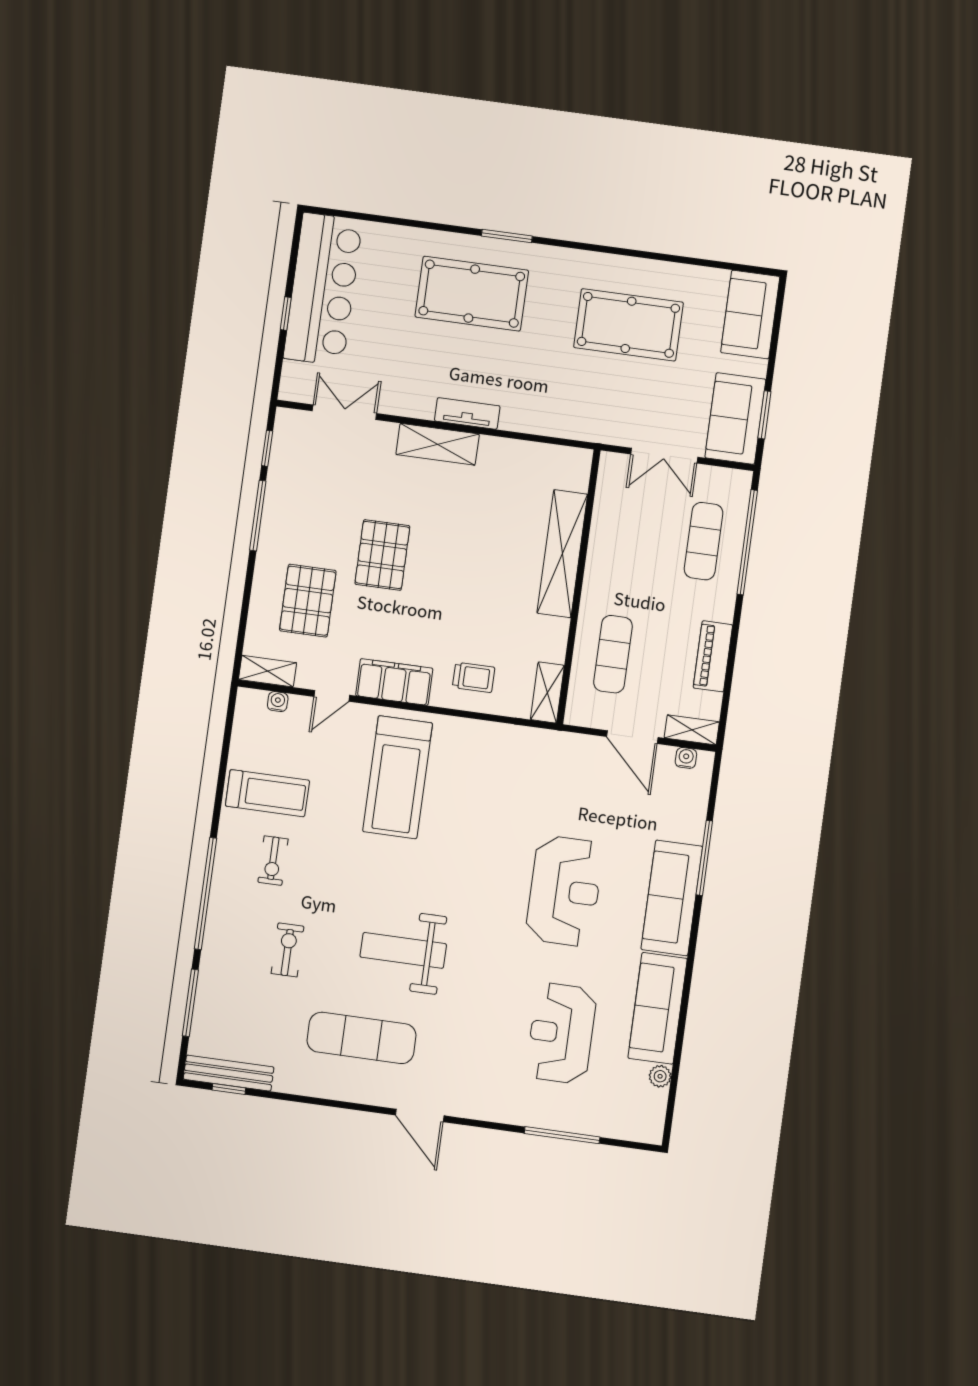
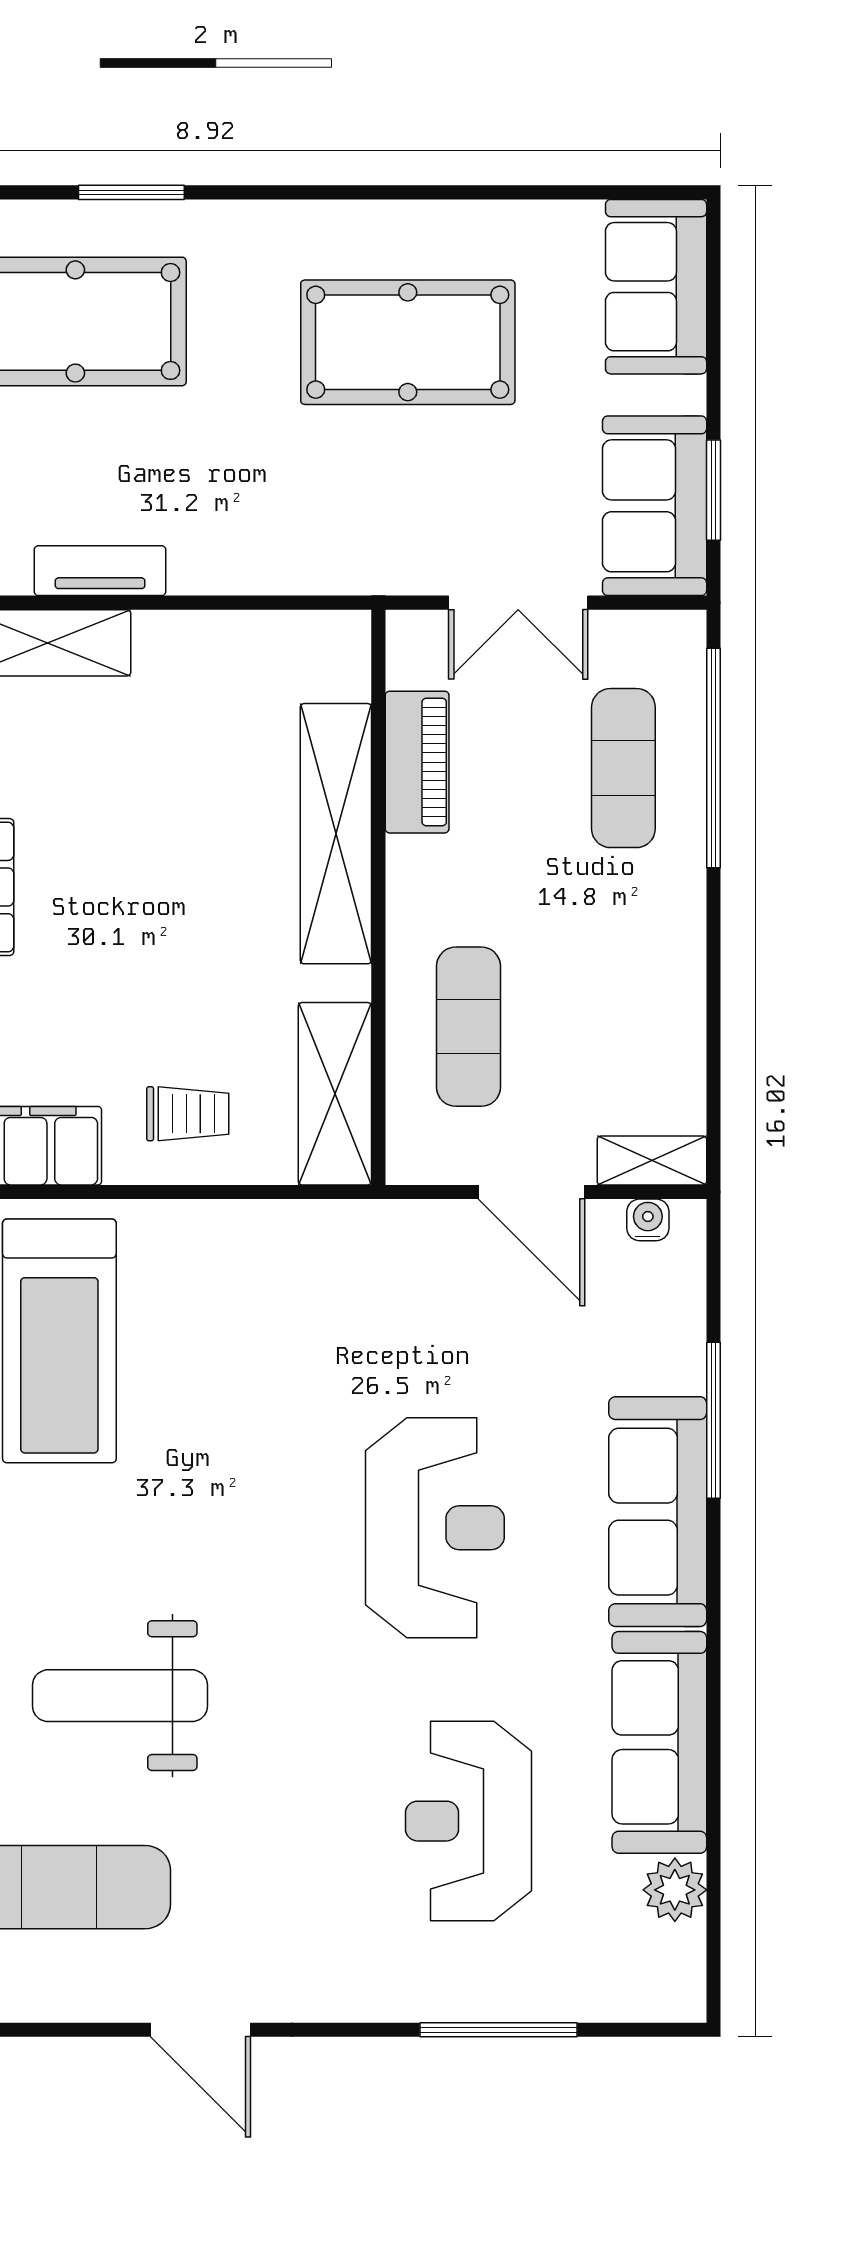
piano: (713, 656) -> (417, 762), moved, turned 180
shelving: (547, 692) -> (335, 1094), width x1.50, depth x1.33
plant: (660, 1076) -> (675, 1890), width x1.38, depth x1.38

